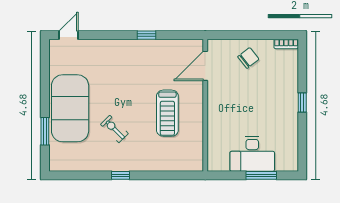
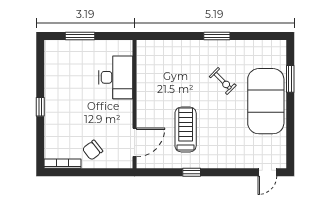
bookcase: (286, 44) -> (62, 164), width x1.56
treadmill: (167, 113) -> (186, 130), moved
desk: (252, 154) -> (116, 77), moved, turned 90
window: (120, 175) -> (217, 36), width x1.50

